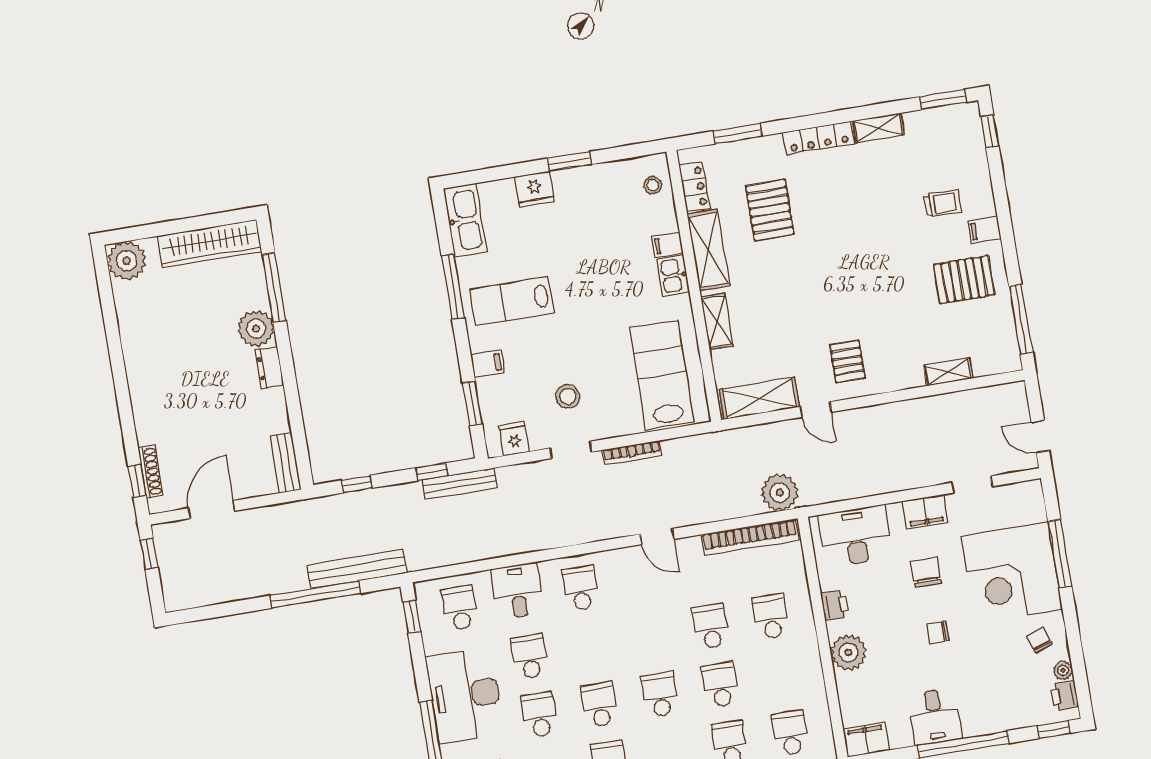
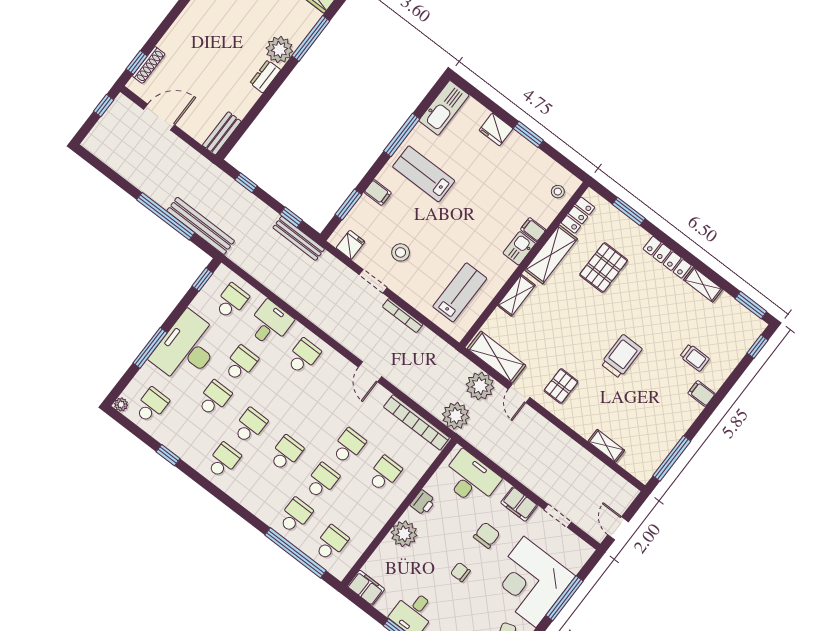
trolley: (874, 275) -> (621, 356), added
pallet: (964, 280) -> (664, 408), removed
lab bench: (662, 375) -> (460, 292), width x0.73, depth x0.72
plant: (773, 441) -> (480, 386), added

